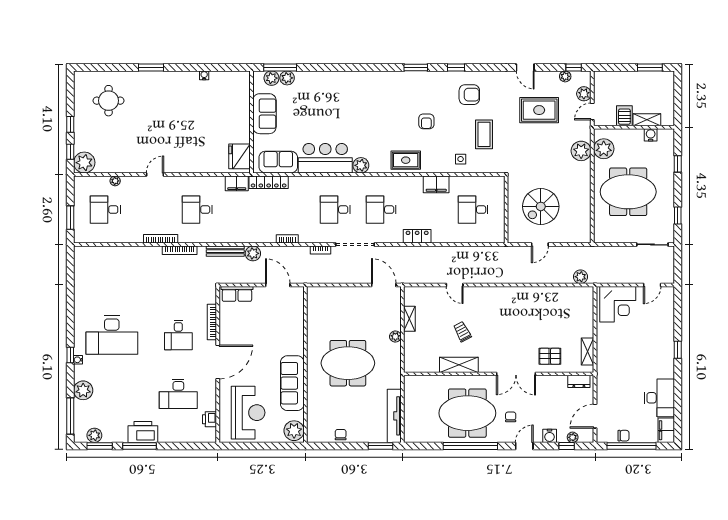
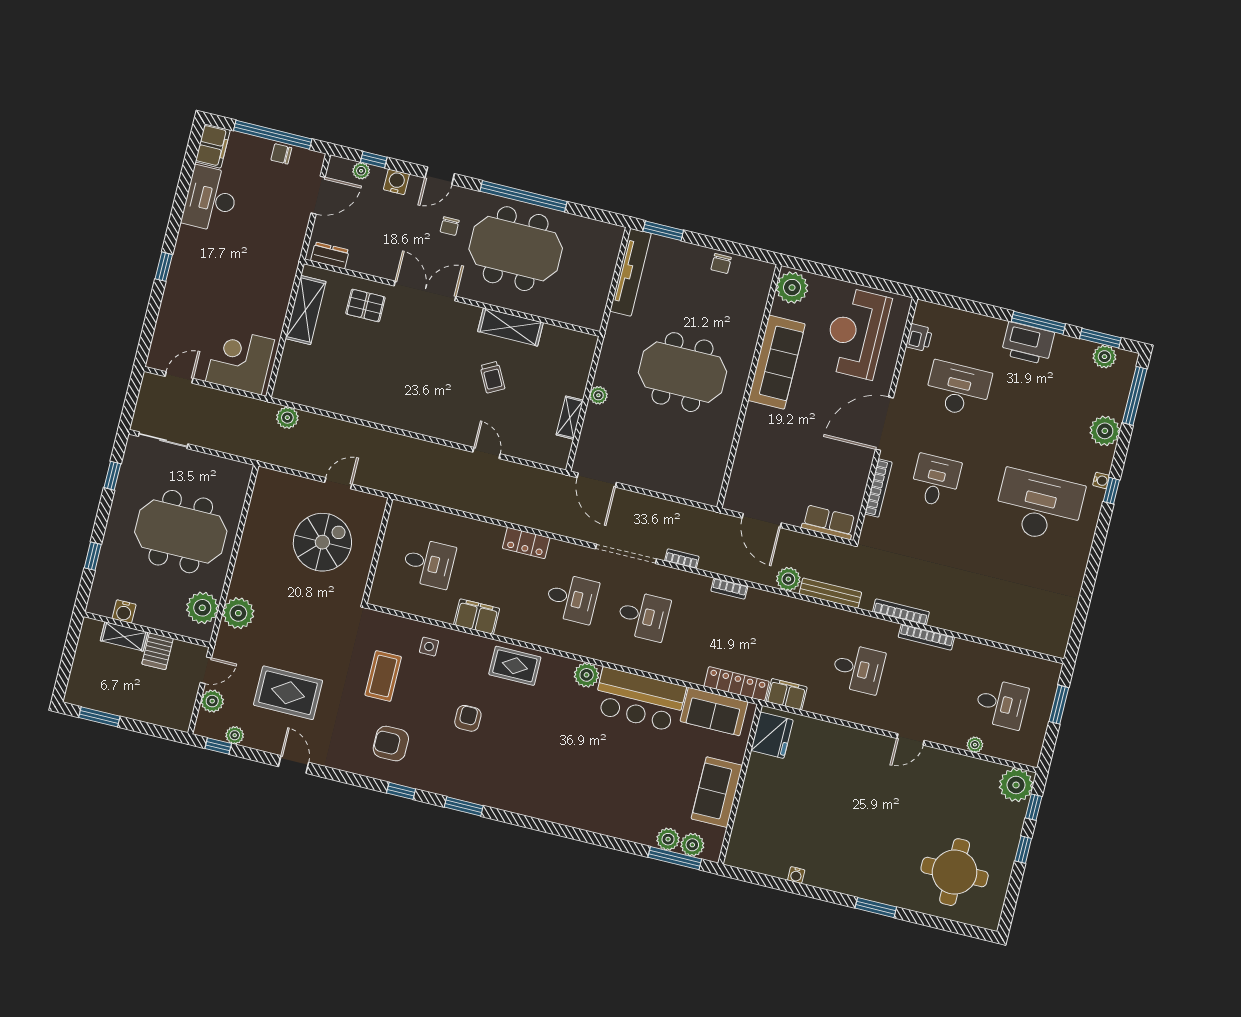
round table: (109, 101) -> (955, 872), width x1.36, depth x1.36
shelving: (588, 351) -> (306, 310), width x1.50, depth x1.33

